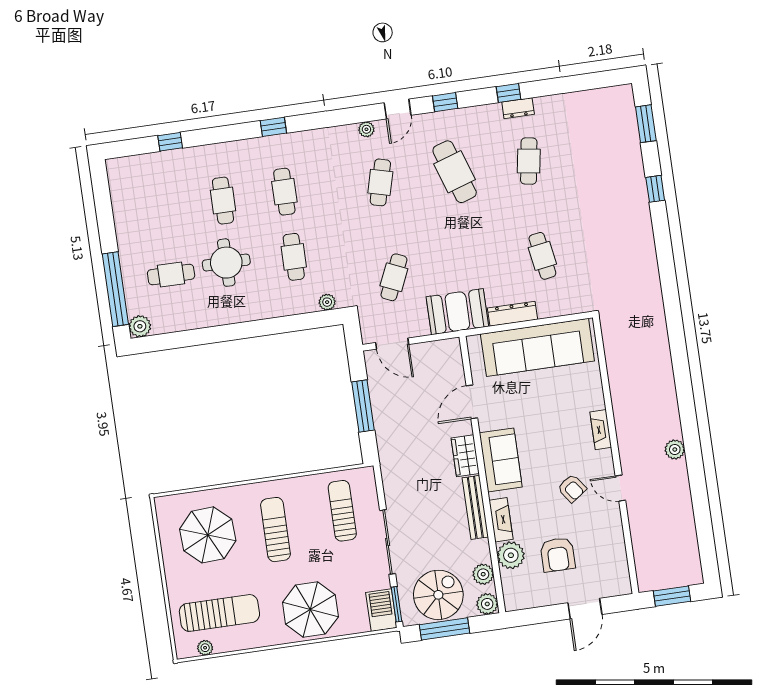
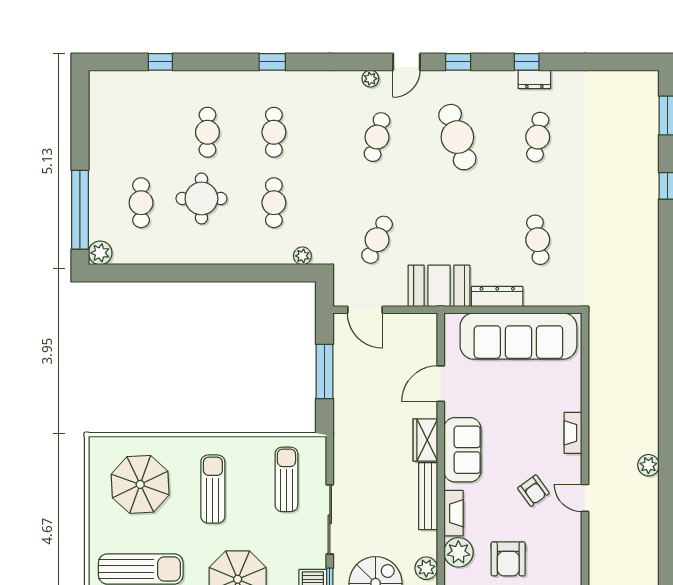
cafe table: (171, 274) -> (141, 203), turned 90

